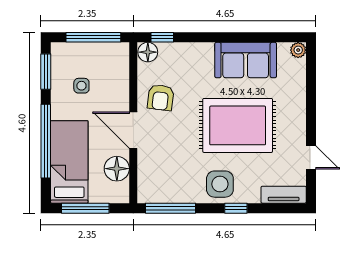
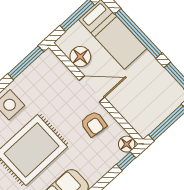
side table: (81, 86) -> (148, 87), removed
armchair: (161, 98) -> (94, 124), turned 180

